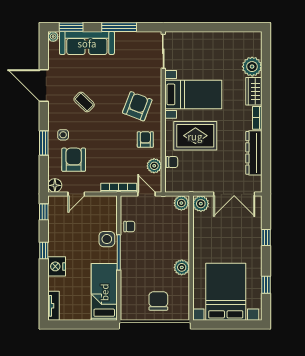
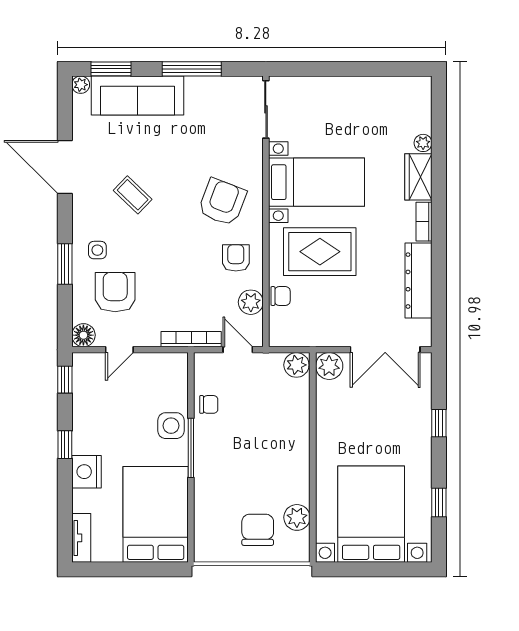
plant: (252, 67) -> (423, 143), width x0.53, depth x0.53
plant: (182, 267) -> (297, 517), moved
bed: (104, 292) -> (156, 514), width x1.50

